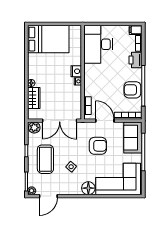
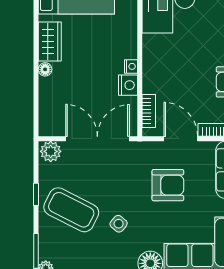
nightstand: (76, 71) -> (128, 85), moved
wardrobe: (34, 98) -> (50, 42), moved
double door: (60, 121) -> (97, 139), swing flipped
coffee table: (45, 159) -> (71, 210), turned -63

